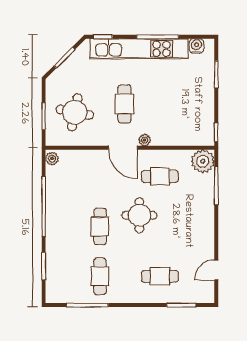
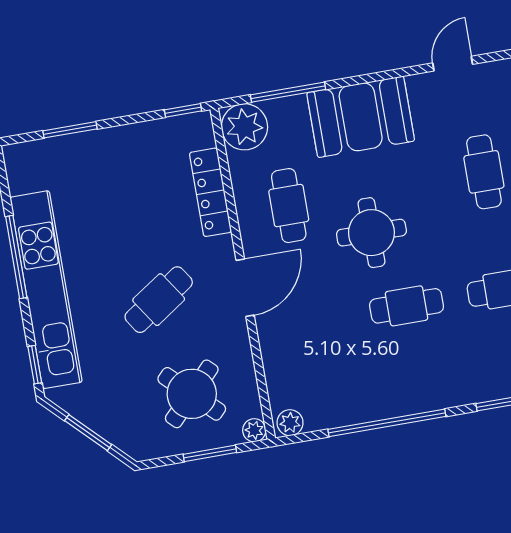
water cooler: (197, 46) -> (21, 178), removed
cafe table: (124, 104) -> (159, 300), turned -34
round table: (75, 112) -> (192, 394), turned 33
locker: (173, 139) -> (210, 192), added
plant: (145, 140) -> (254, 430), moved
booth: (198, 220) -> (361, 117), added
door: (216, 270) -> (453, 64), swing flipped

